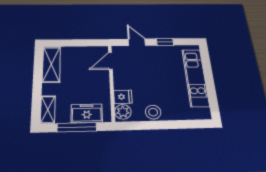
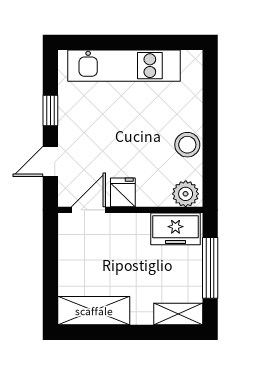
door: (110, 61) -> (88, 210), swing flipped
fridge: (123, 97) -> (123, 192), moved
freezer: (87, 113) -> (175, 229), moved, turned -90

